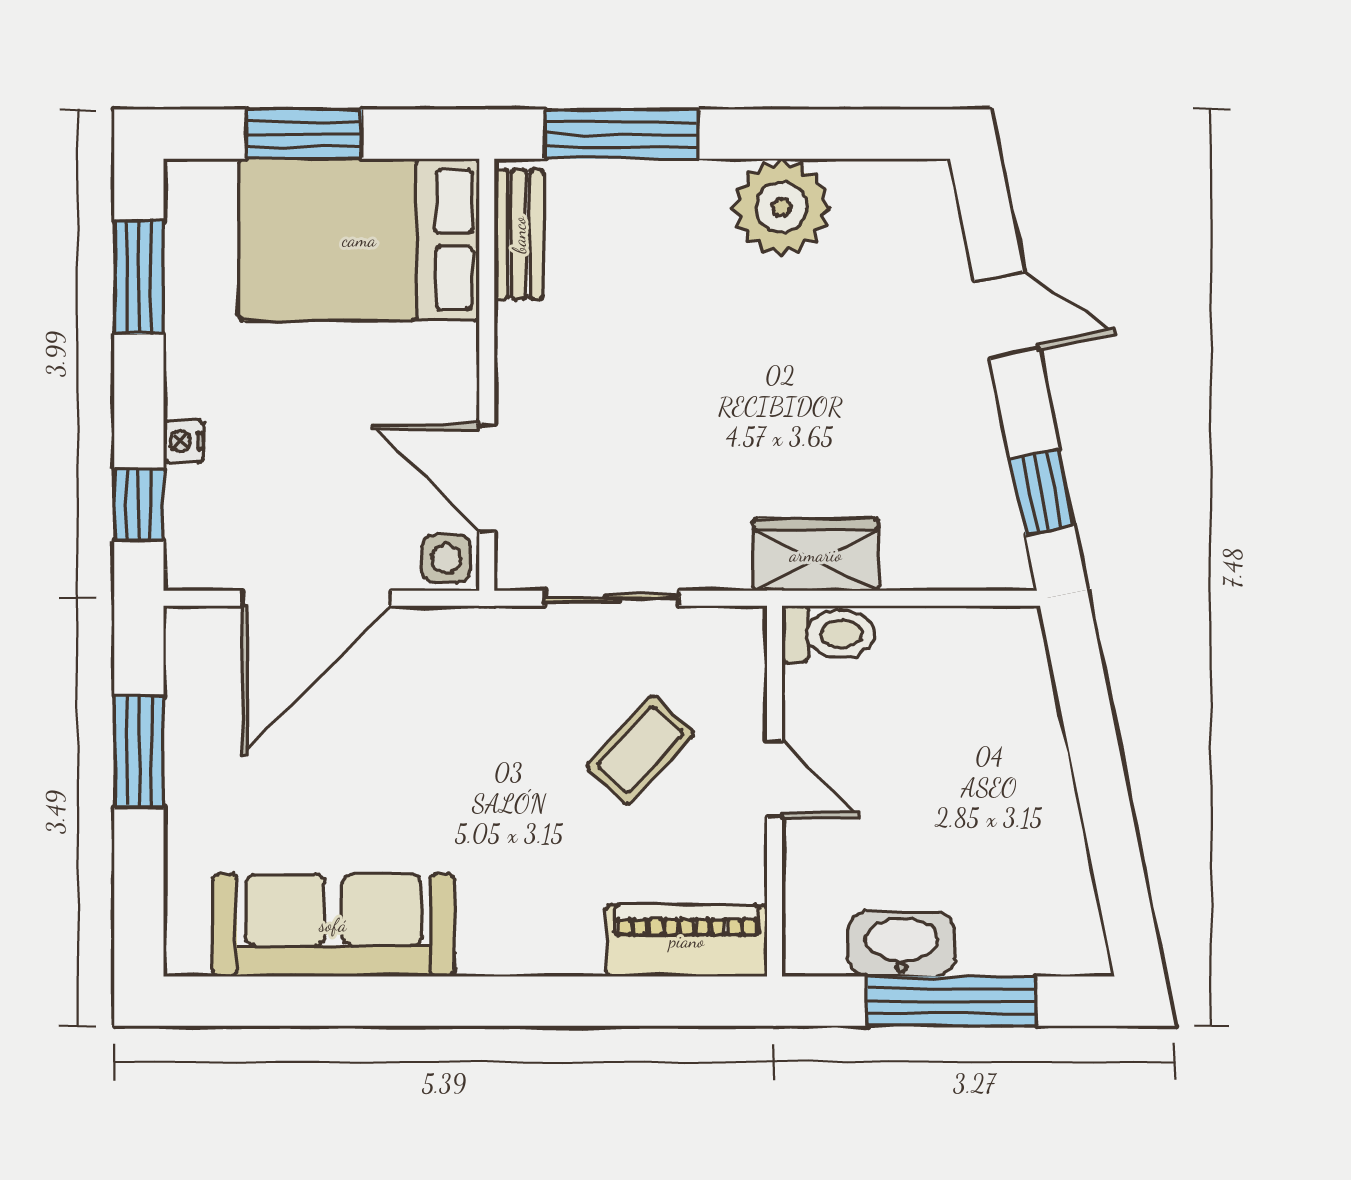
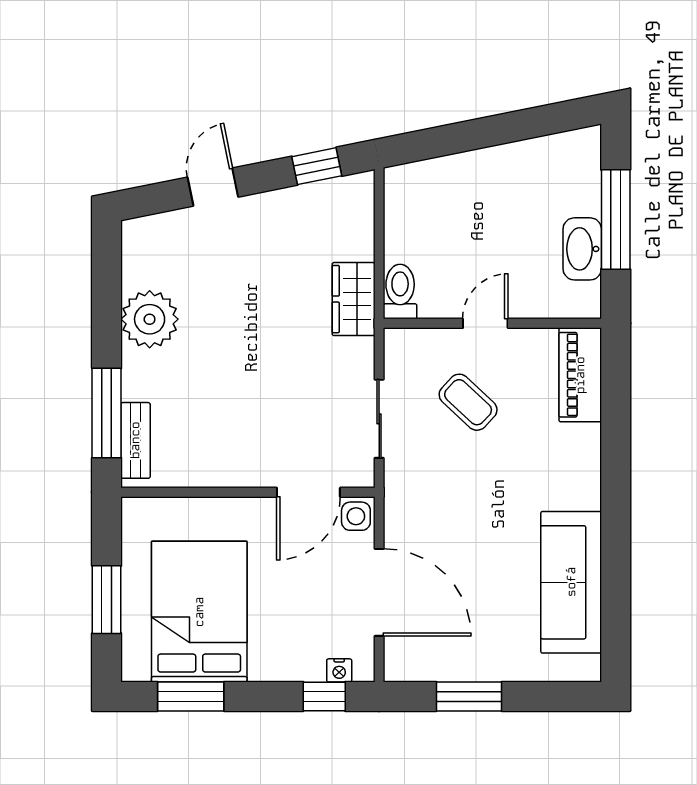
bench: (519, 235) -> (135, 440), moved, turned 90
bed: (359, 240) -> (199, 612), moved, turned 180
nightstand: (183, 441) -> (339, 670), moved

